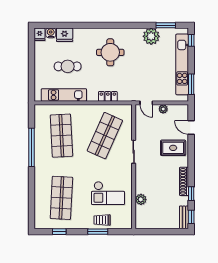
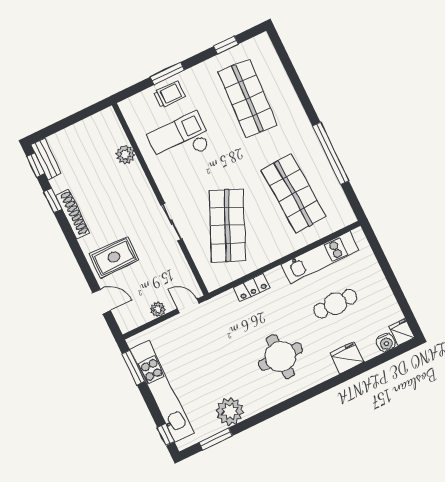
fridge: (65, 35) -> (347, 357), moved

